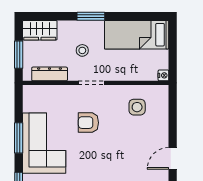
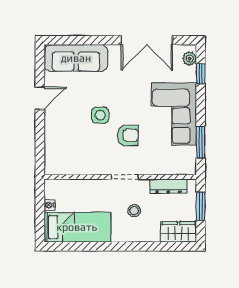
window: (91, 16) -> (125, 246), removed
nightstand: (163, 75) -> (49, 205), moved
side table: (137, 107) -> (100, 115), moved
window: (19, 138) -> (201, 142), moved

